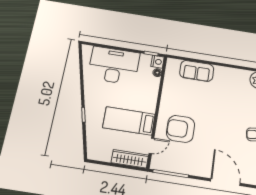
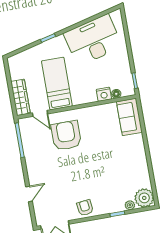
nightstand: (158, 62) -> (104, 94), moved
desk: (114, 65) -> (93, 40), moved, turned -104
sofa: (197, 71) -> (129, 117), moved
door: (225, 182) -> (29, 194), width x0.53

